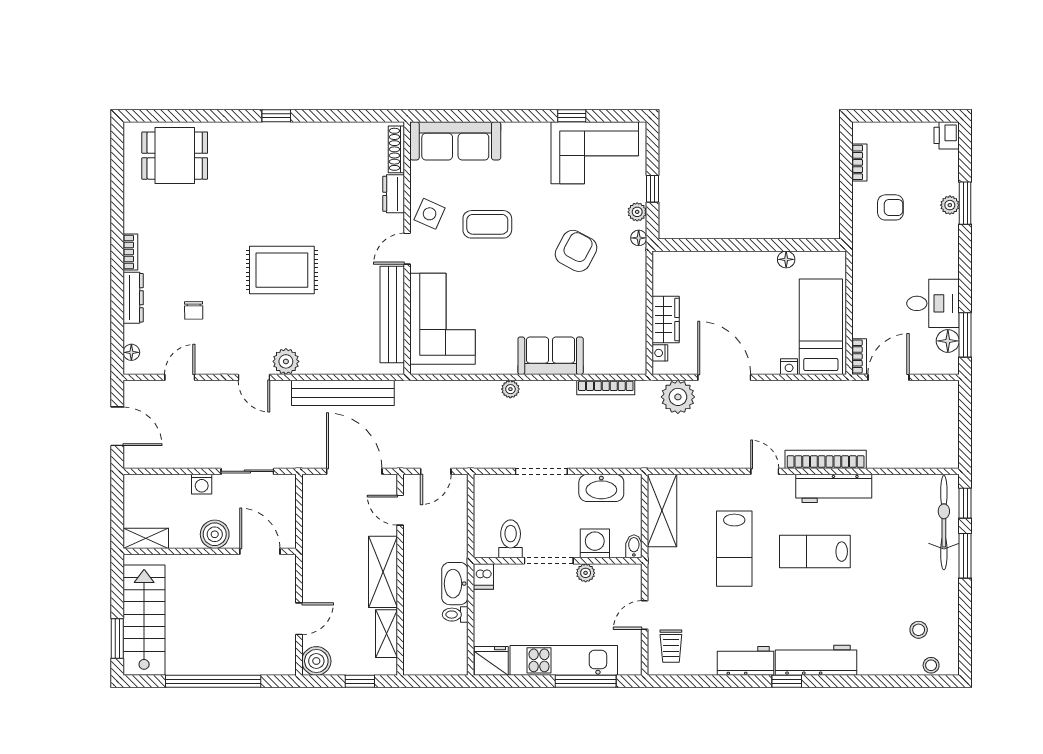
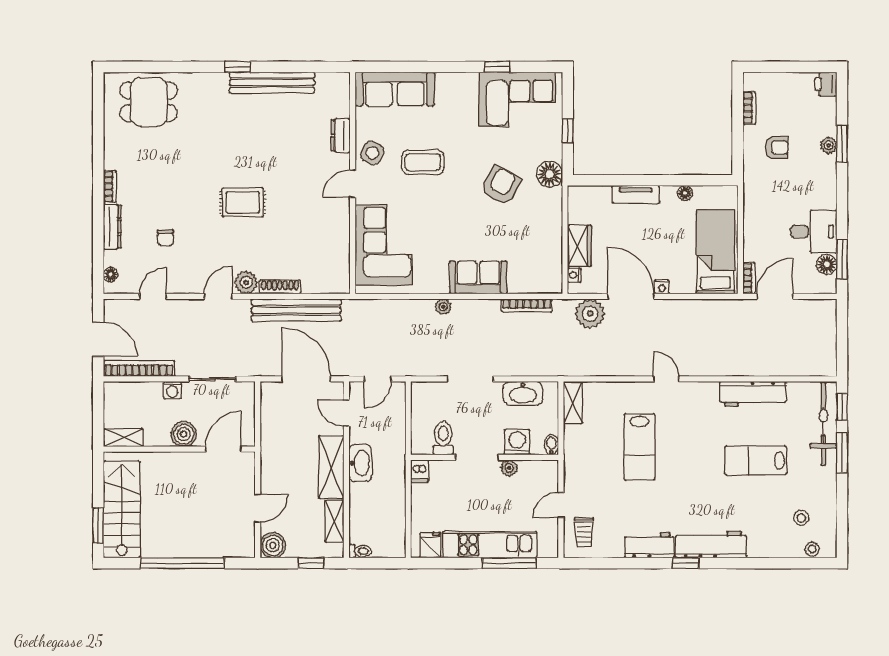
shoe rack: (396, 149) -> (280, 287), moved, turned 90
plant: (637, 212) -> (554, 151), removed
floor lamp: (639, 238) -> (550, 174), width x1.89, depth x1.89
tv unit: (730, 261) -> (636, 195), added
rug: (282, 270) -> (243, 202), width x0.73, depth x0.70
bench: (392, 314) -> (272, 83), moved, turned 90
nightstand: (789, 367) -> (662, 287), moved
door: (254, 377) -> (218, 296), swing flipped
bookcase: (826, 459) -> (139, 368), moved
workbench: (834, 488) -> (753, 394), moved
shelving: (662, 511) -> (573, 403), width x0.67, depth x0.75
door: (260, 551) -> (223, 449), hinge flipped
lab bench: (815, 552) -> (756, 461), moved
washbasin: (455, 584) -> (360, 463), moved, turned 180
toilet: (455, 615) -> (360, 551), moved, turned 180
fridge: (491, 661) -> (430, 545), width x0.72

